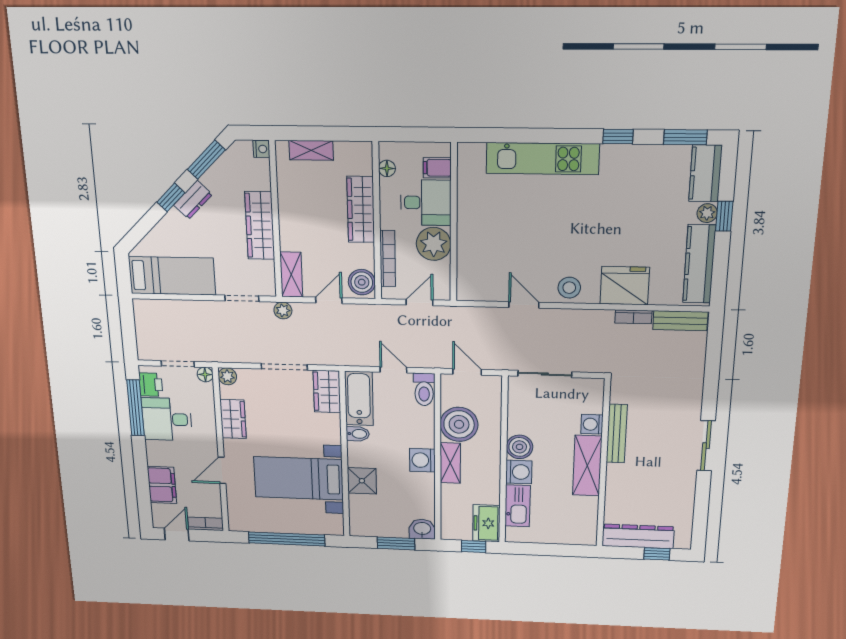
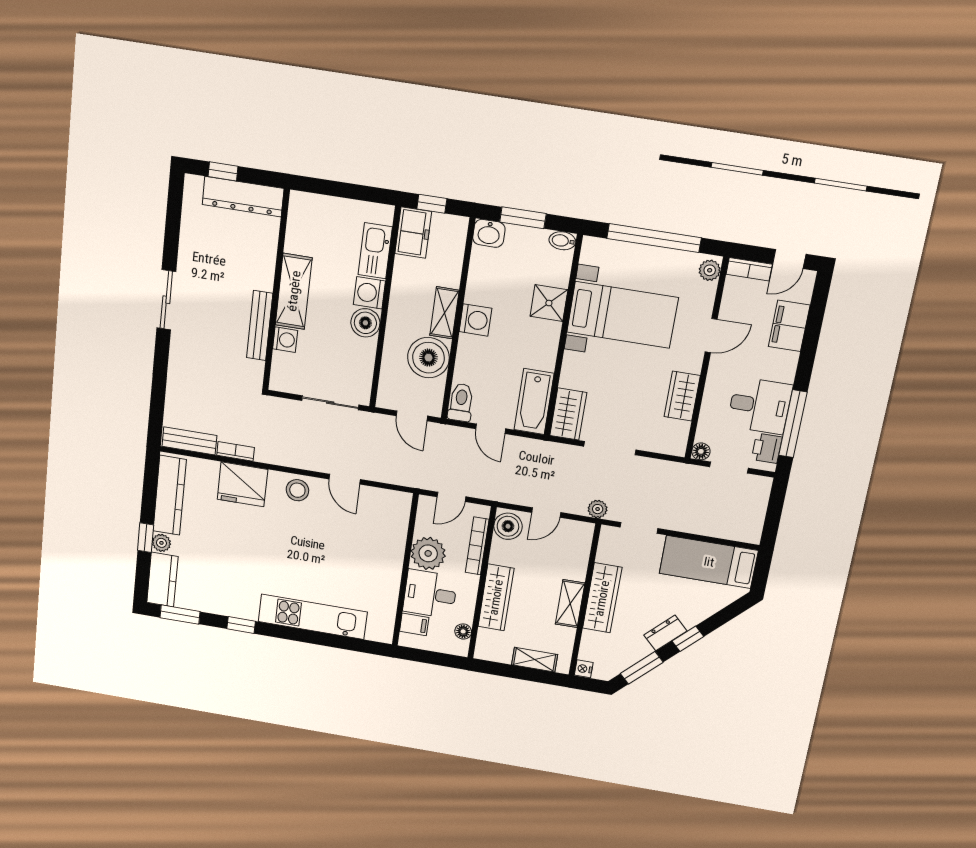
shelving: (291, 275) -> (570, 604), moved
plant: (227, 376) -> (710, 270), moved
bidet: (358, 434) -> (562, 241), moved

